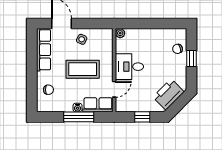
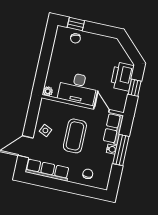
window: (192, 59) -> (76, 24), moved
desk: (129, 67) -> (78, 88), width x1.37
printer: (168, 94) -> (122, 77), moved, turned 45

